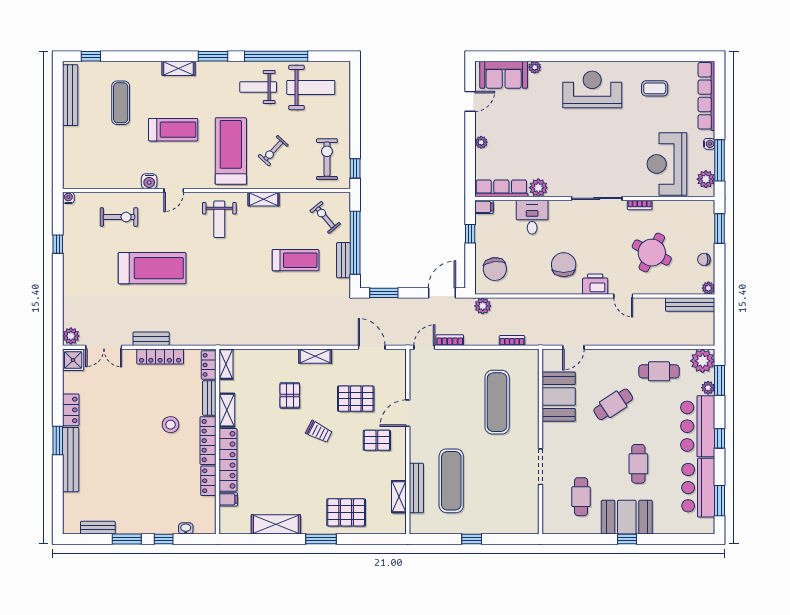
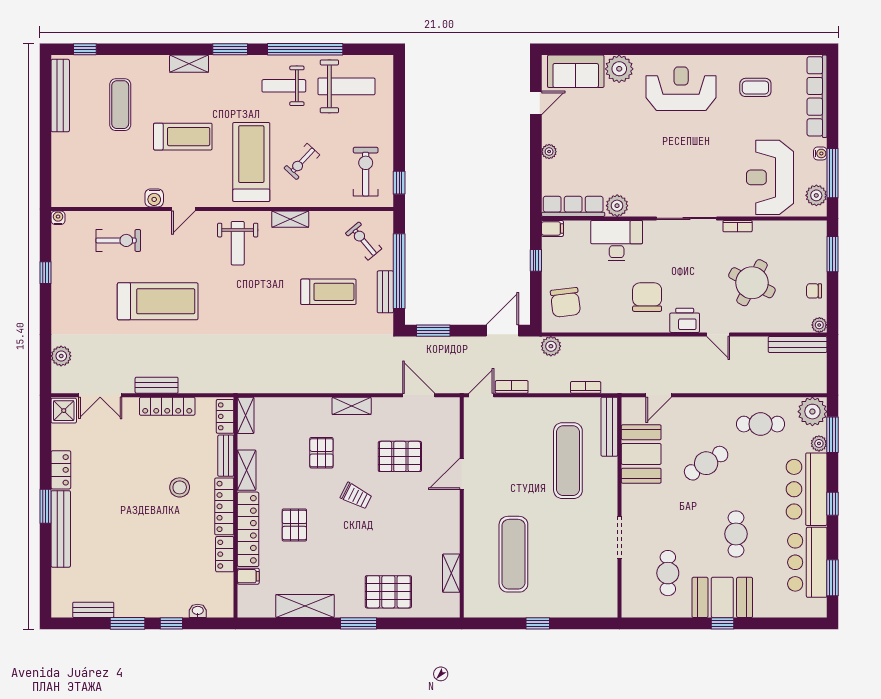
plant: (535, 67) -> (619, 69), width x1.88, depth x1.88
desk: (532, 217) -> (617, 241), width x1.37
plant: (71, 336) -> (61, 356), moved
pallet: (377, 440) -> (294, 525), moved, turned 90
bench: (416, 488) -> (609, 427), moved

